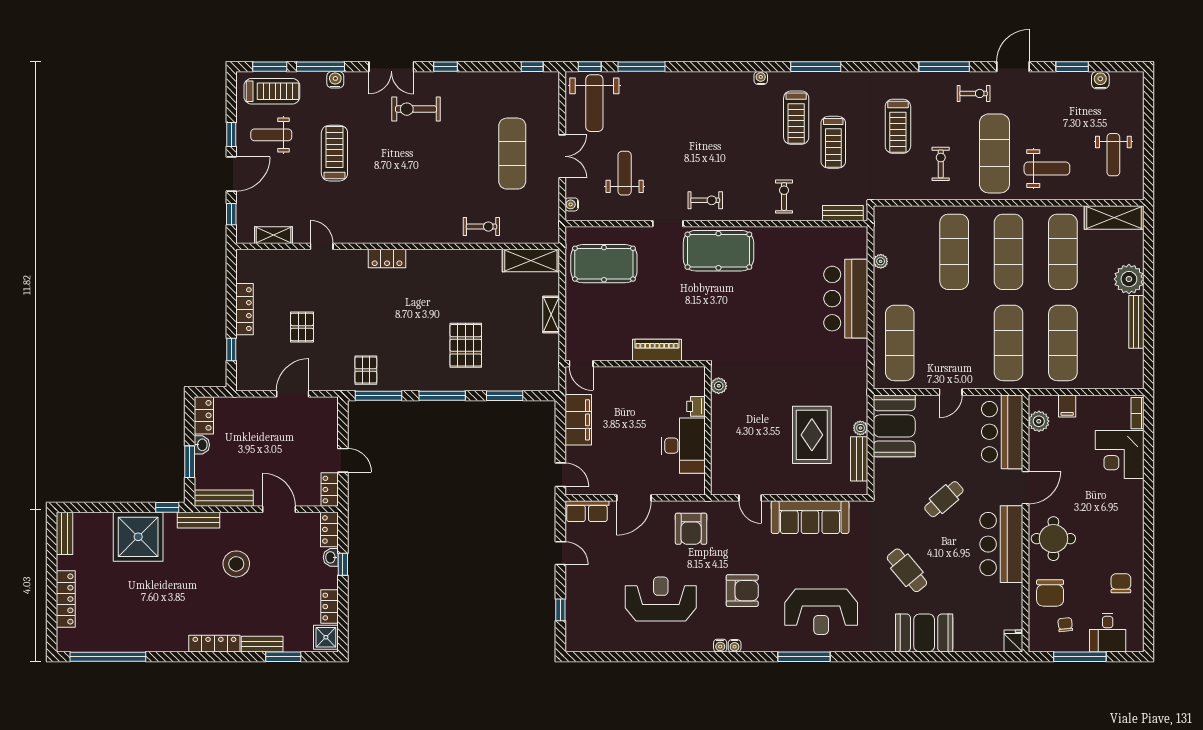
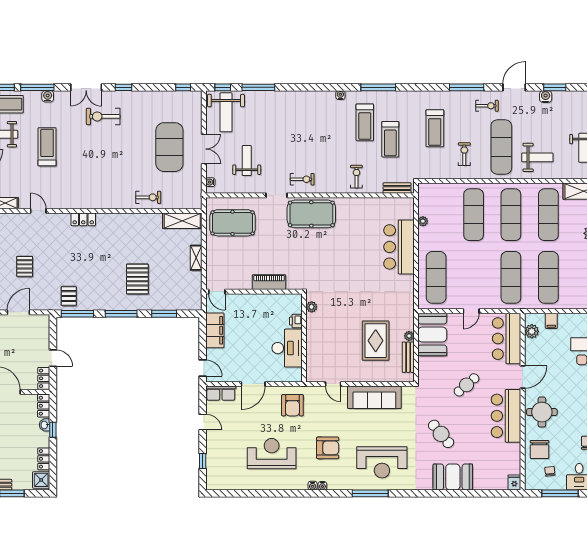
water cooler: (1100, 80) -> (546, 97), moved
exercise mat: (512, 154) -> (169, 147), width x1.47

